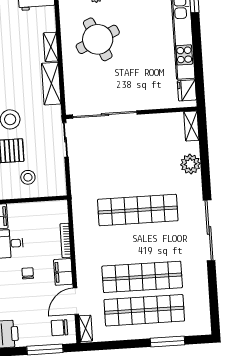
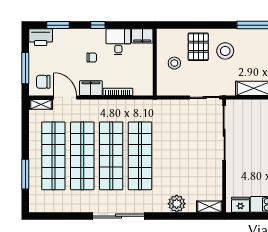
shop shelf: (140, 243) -> (111, 156), added
chair: (59, 328) -> (43, 82), turned -90

